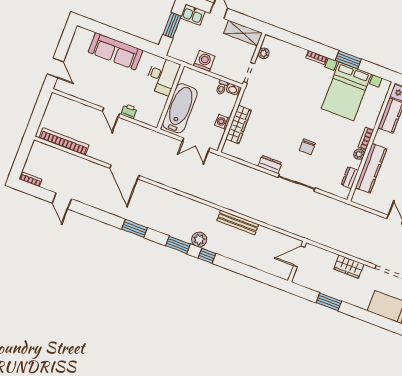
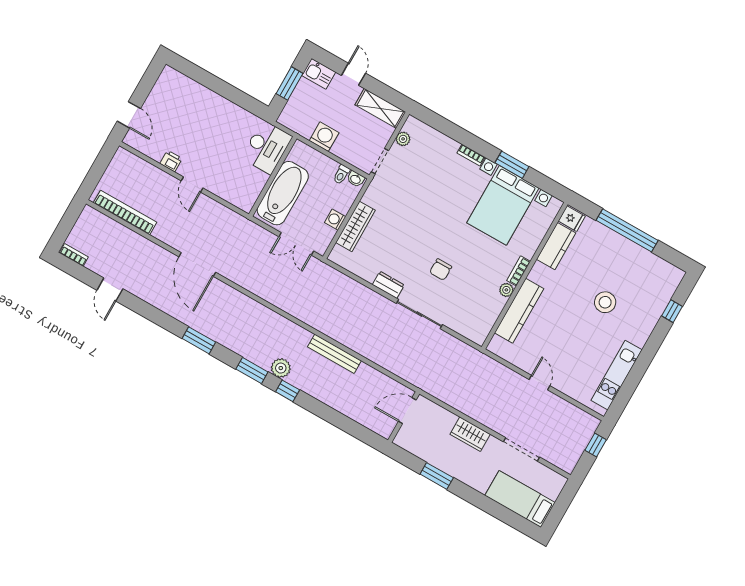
sofa: (116, 51) -> (211, 106), removed
printer: (129, 111) -> (171, 161), moved
dresser: (350, 178) -> (490, 318), removed

